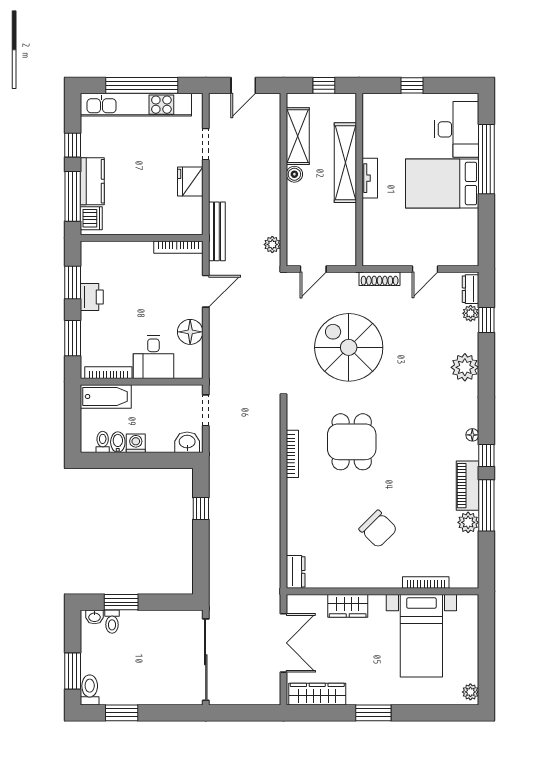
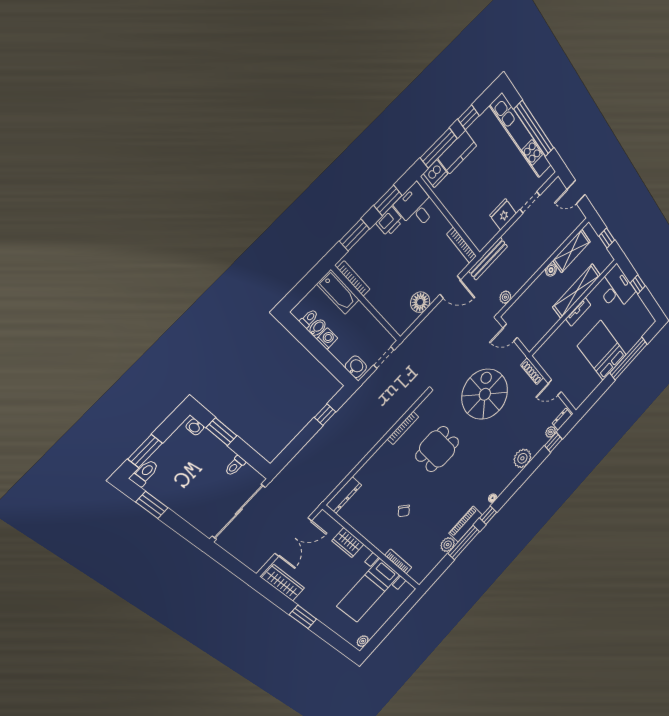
desk: (457, 129) -> (616, 289), moved, turned -90
desk: (153, 357) -> (416, 207), moved, turned 90
chair: (378, 529) -> (404, 511), width x0.54, depth x0.54
dresser: (296, 572) -> (344, 495), width x1.44
toilet: (112, 622) -> (235, 466), moved

